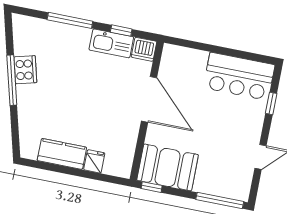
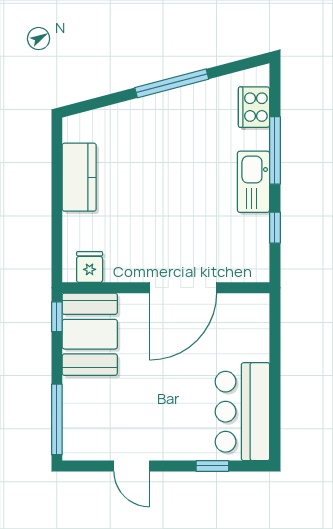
kitchen sink: (111, 43) -> (254, 182), moved
dishwasher: (144, 49) -> (254, 266), removed
cooker: (25, 70) -> (254, 107), moved, turned 105
fridge: (94, 161) -> (90, 267), moved, turned -90

